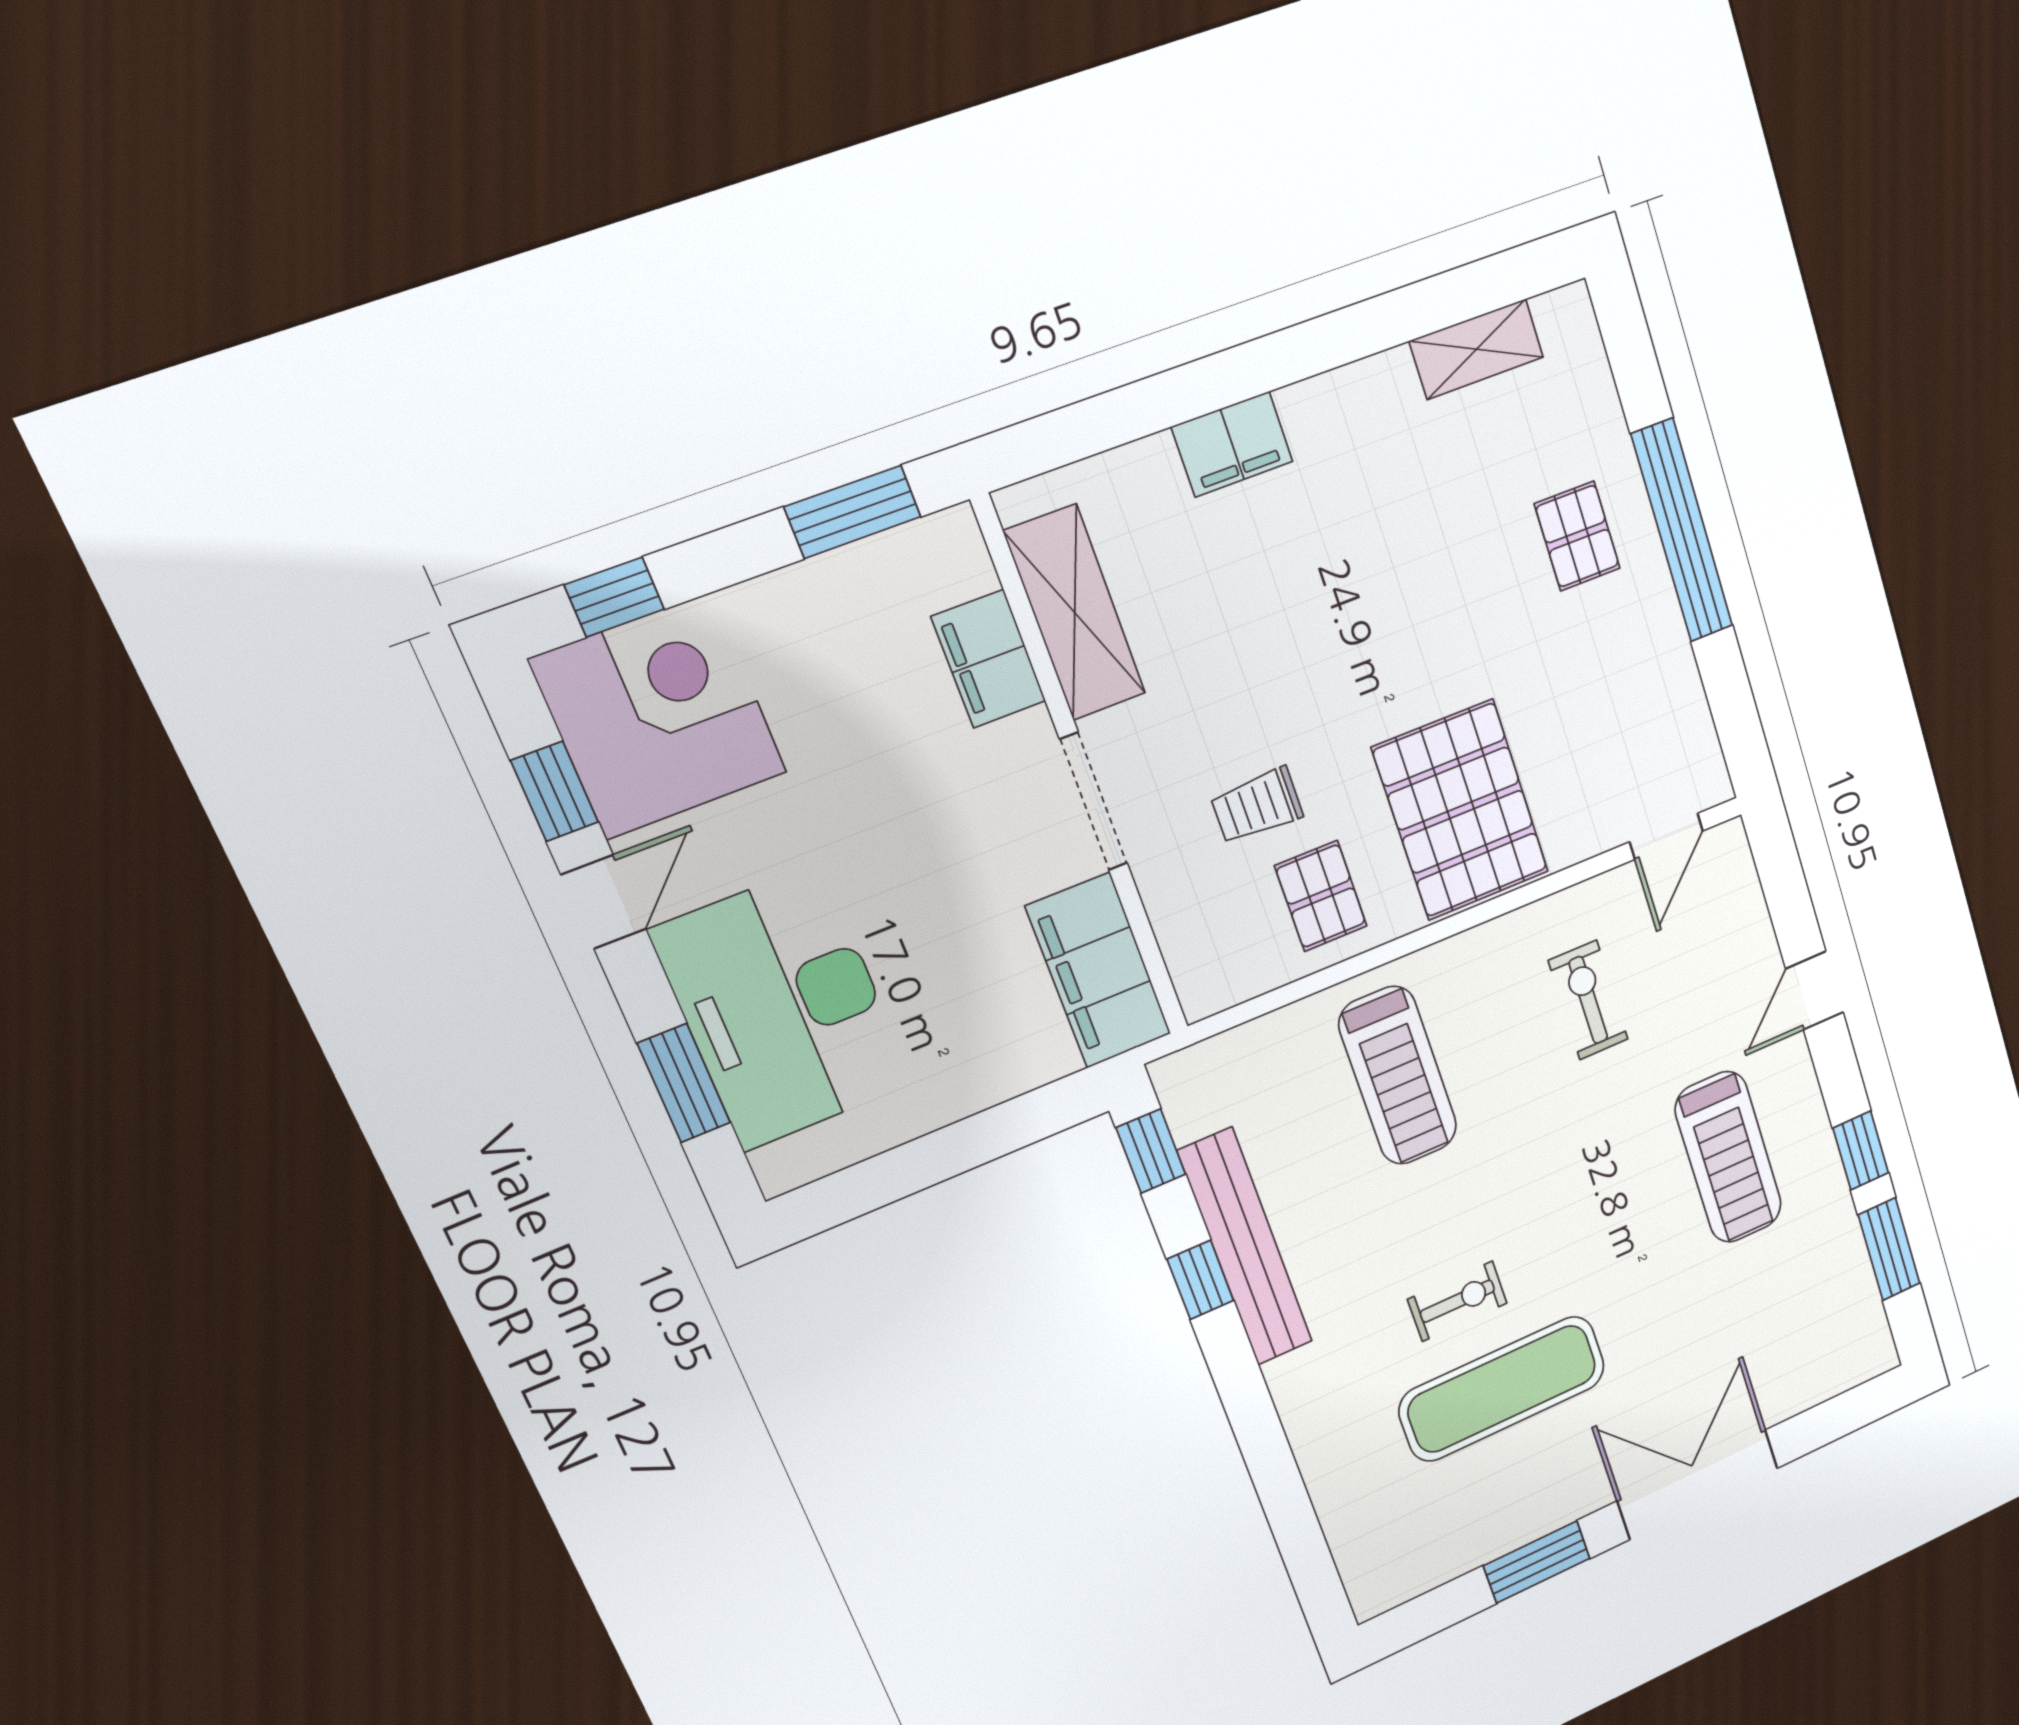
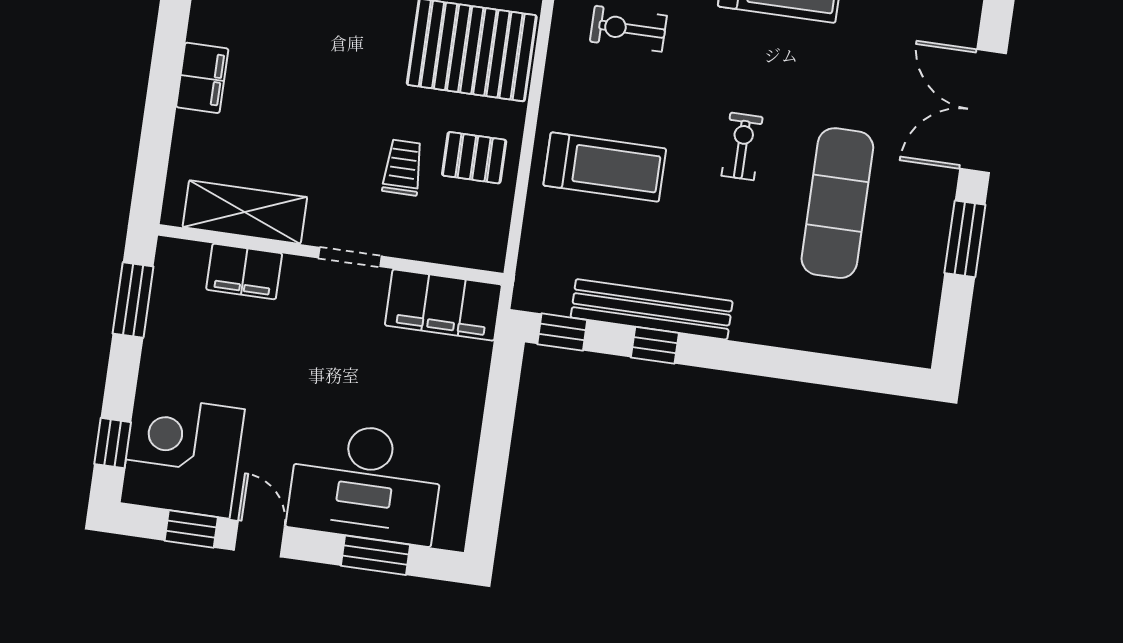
doorway: (1094, 801) -> (350, 257), width x0.73
trolley: (1257, 806) -> (403, 167), turned 180
exercise bike: (1457, 1301) -> (742, 146), moved

